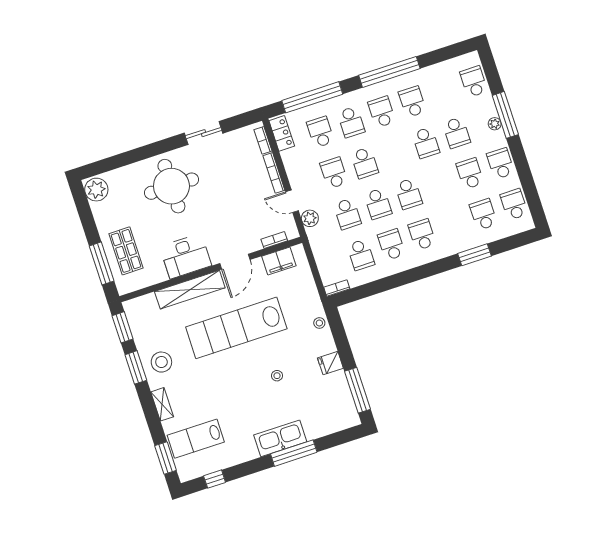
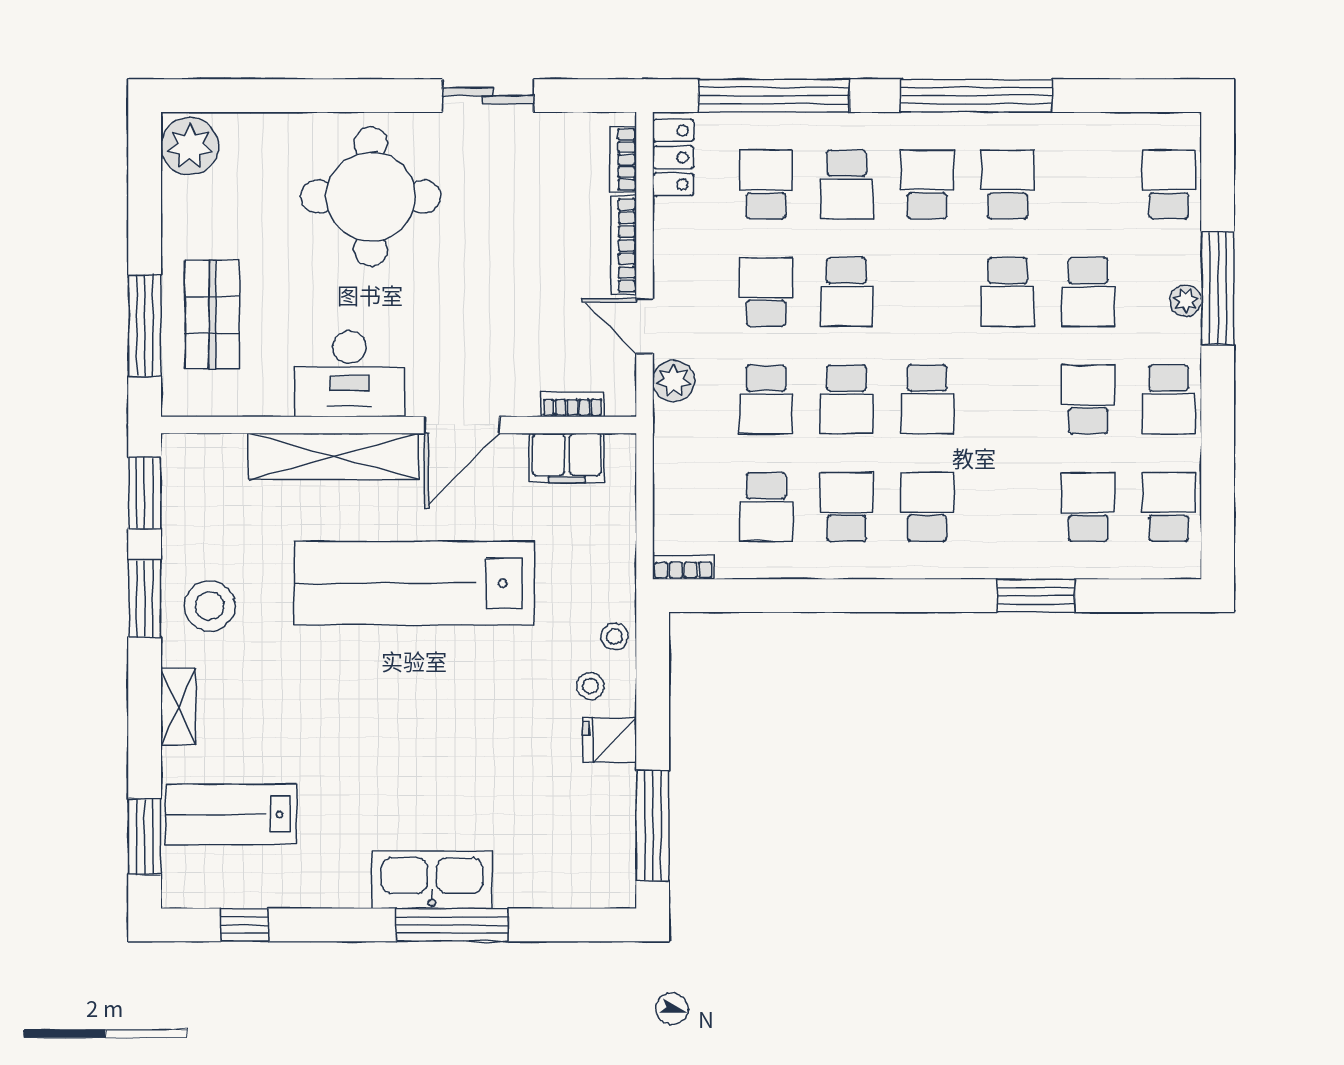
school desk: (501, 163) -> (1169, 399), turned 180
stool: (277, 376) -> (590, 686), moved

